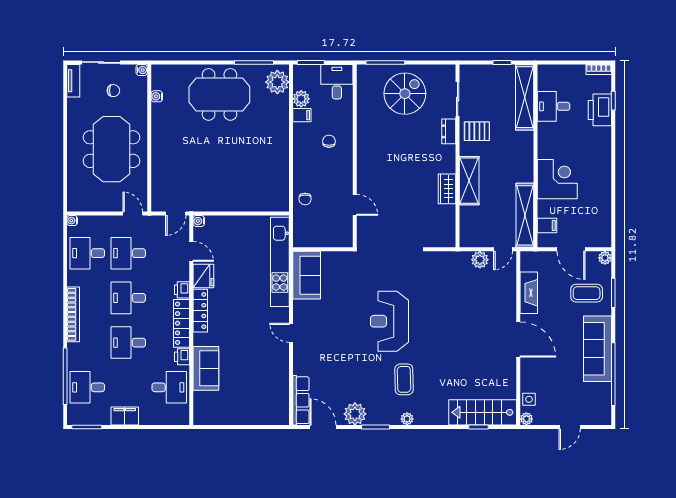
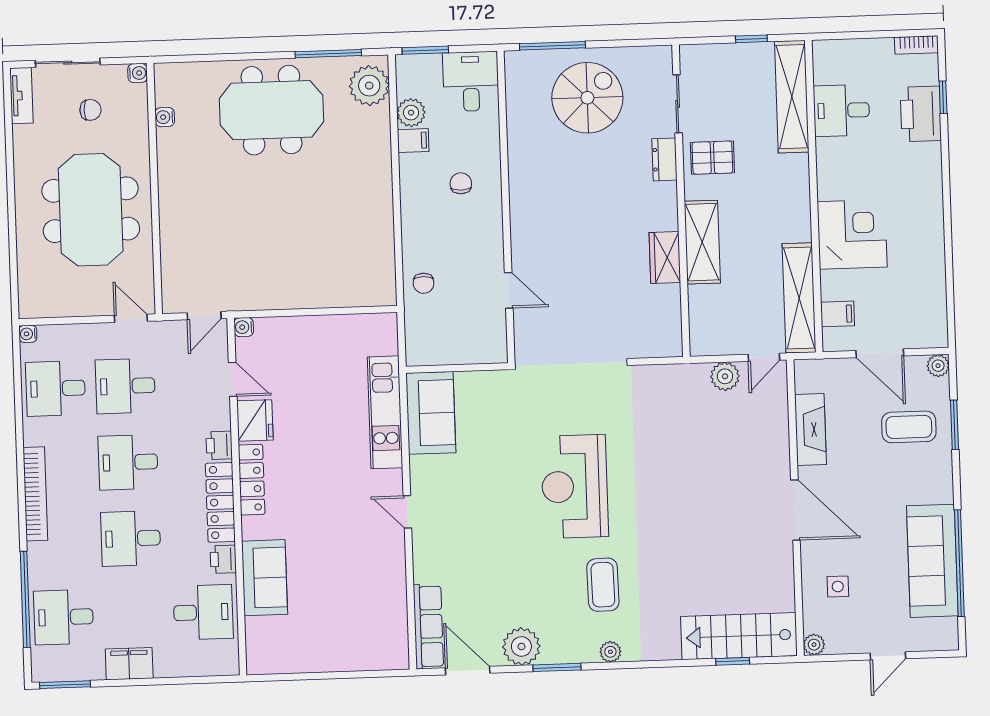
kitchen unit: (280, 262) -> (385, 412), width x0.73
sofa: (598, 349) -> (932, 561), moved
side table: (529, 399) -> (838, 586), moved

